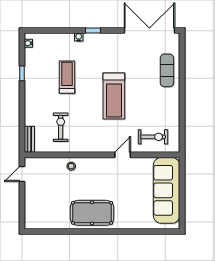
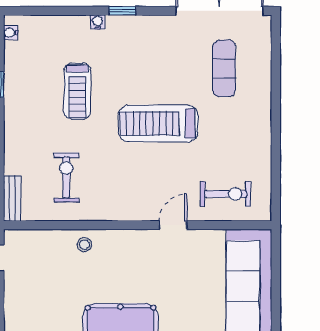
exercise mat: (167, 70) -> (224, 68), moved
treadmill: (67, 77) -> (77, 91), turned 180
treadmill: (114, 96) -> (158, 124), turned 90

